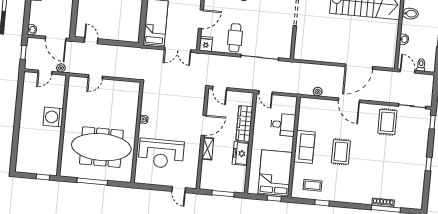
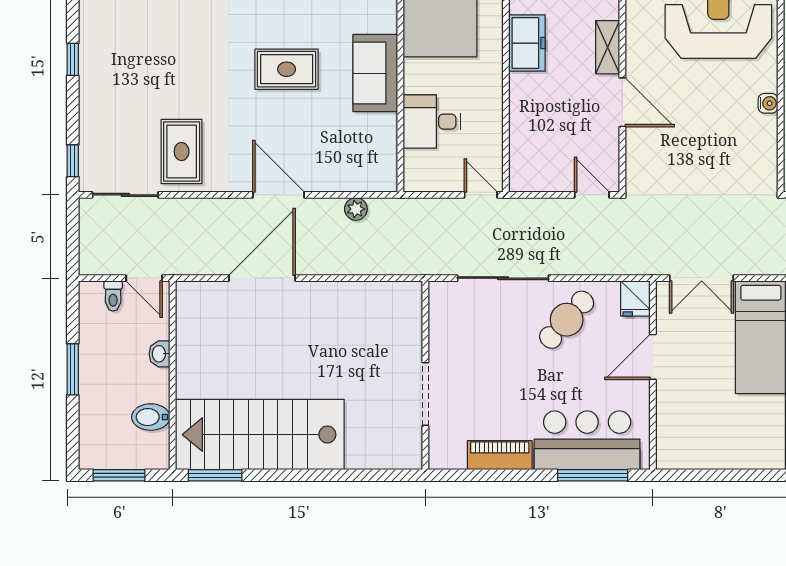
cafe table: (235, 38) -> (567, 320), turned 42
double door: (178, 50) -> (702, 278), swing flipped
wardrobe: (244, 123) -> (525, 116), removed
door: (204, 125) -> (622, 102), swing flipped
rug: (341, 152) -> (287, 69), turned 90

